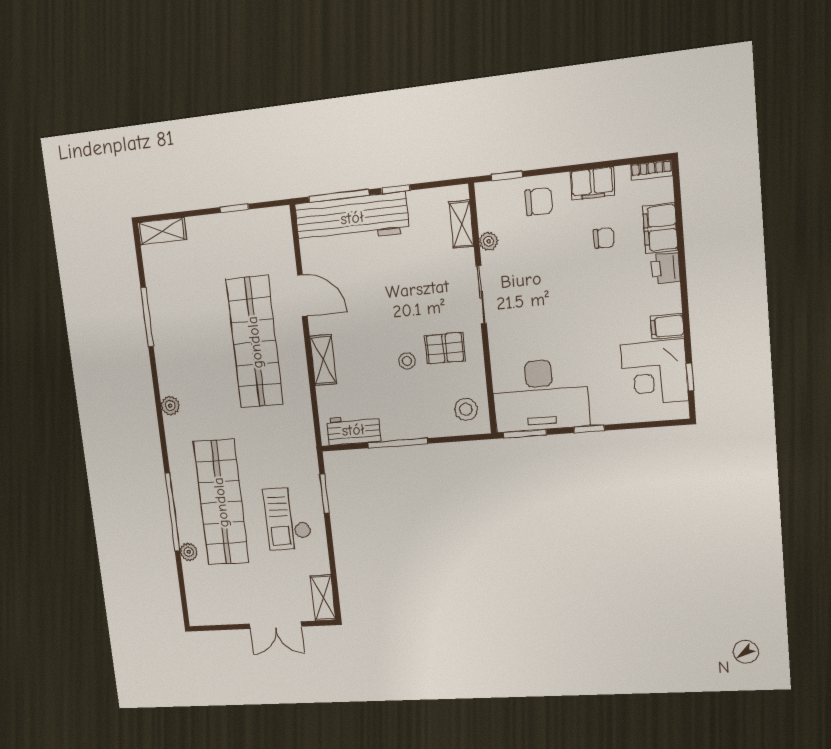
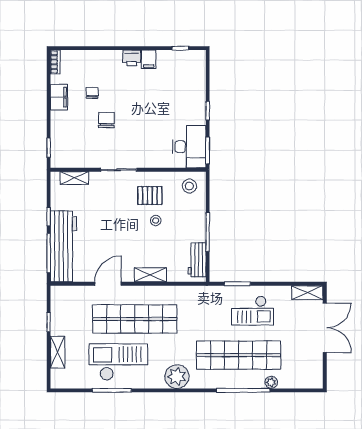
chair: (539, 202) -> (106, 120), moved
filing cabinet: (660, 228) -> (90, 59), removed
shelving: (162, 231) -> (58, 352), moved
plant: (489, 241) -> (87, 162), removed
printer: (665, 268) -> (132, 58), moved
checkout: (189, 323) -> (118, 362), added
pallet: (445, 348) -> (150, 196), turned 90
corner desk: (654, 372) -> (176, 69), removed
desk: (540, 395) -> (189, 147), width x0.73, depth x0.77
plant: (170, 406) -> (177, 377), width x1.87, depth x1.87
double door: (275, 625) -> (325, 328), width x1.37

